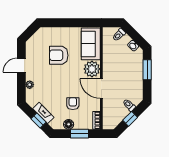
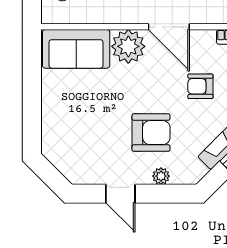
armchair: (59, 55) -> (151, 133), moved, turned -90
door: (101, 88) -> (169, 27), hinge flipped

